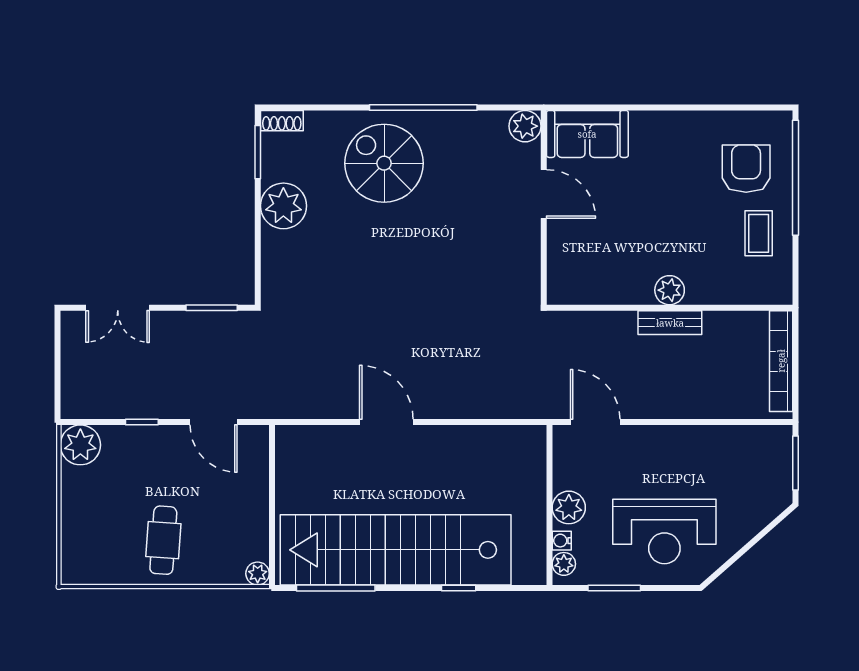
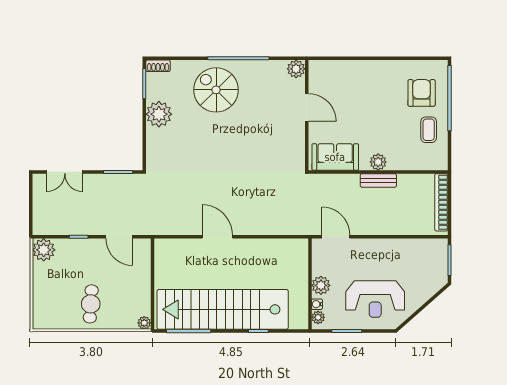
sofa: (587, 134) -> (335, 157), moved, turned 180

